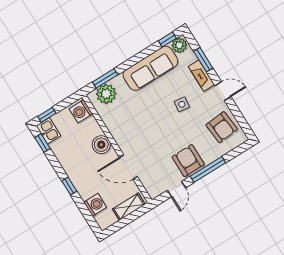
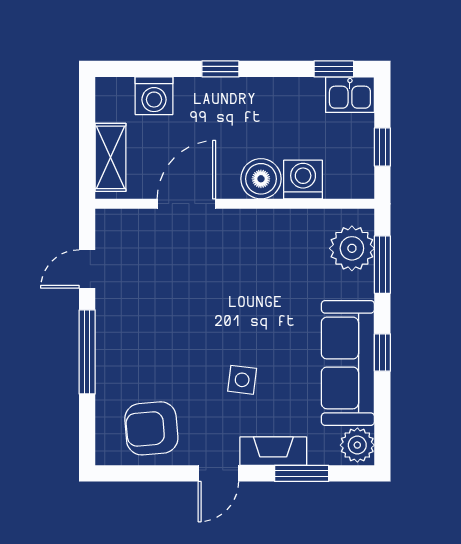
window: (167, 39) -> (382, 352), moved
washing machine: (81, 111) -> (303, 180), moved
window: (47, 115) -> (382, 147), moved
armchair: (188, 161) -> (128, 325), removed
door: (177, 189) -> (87, 269), hinge flipped

